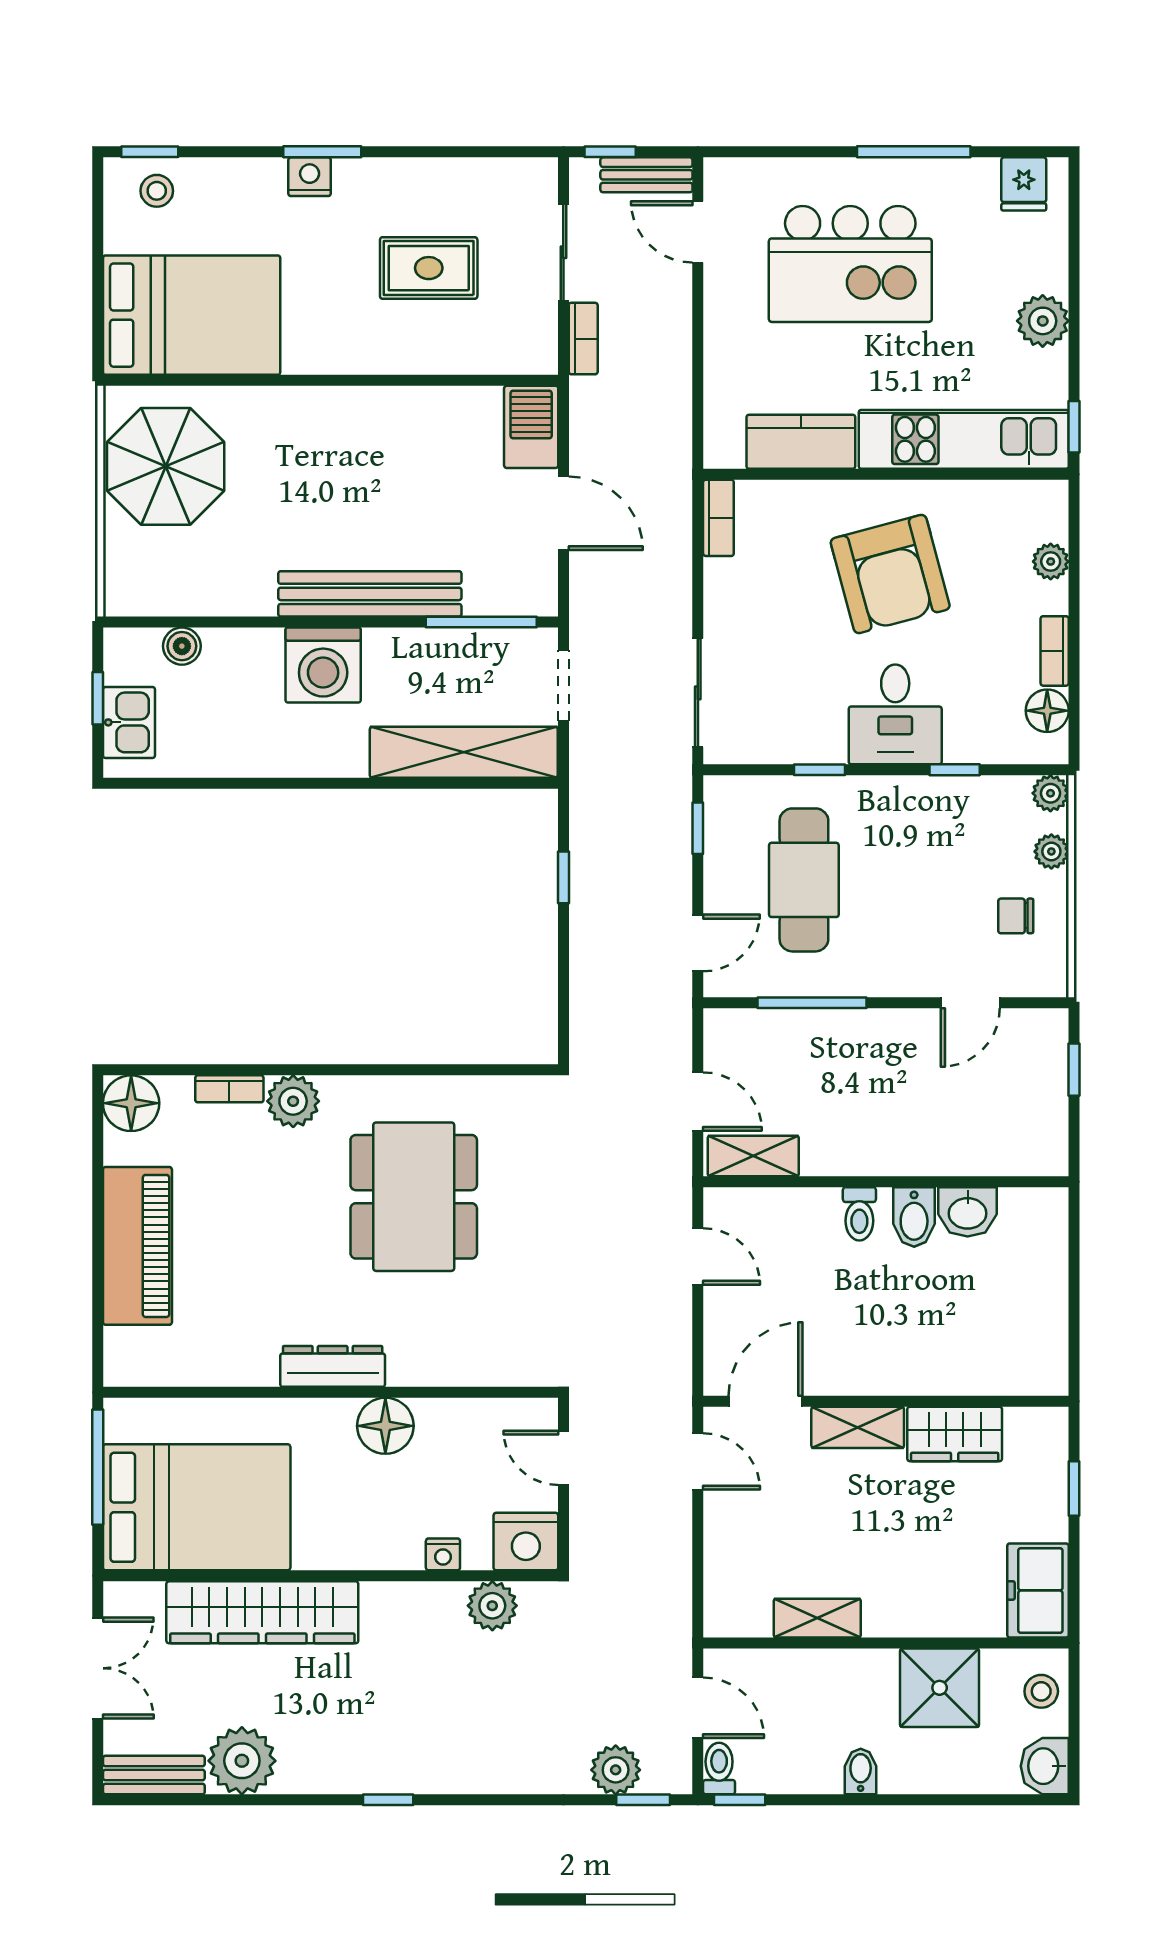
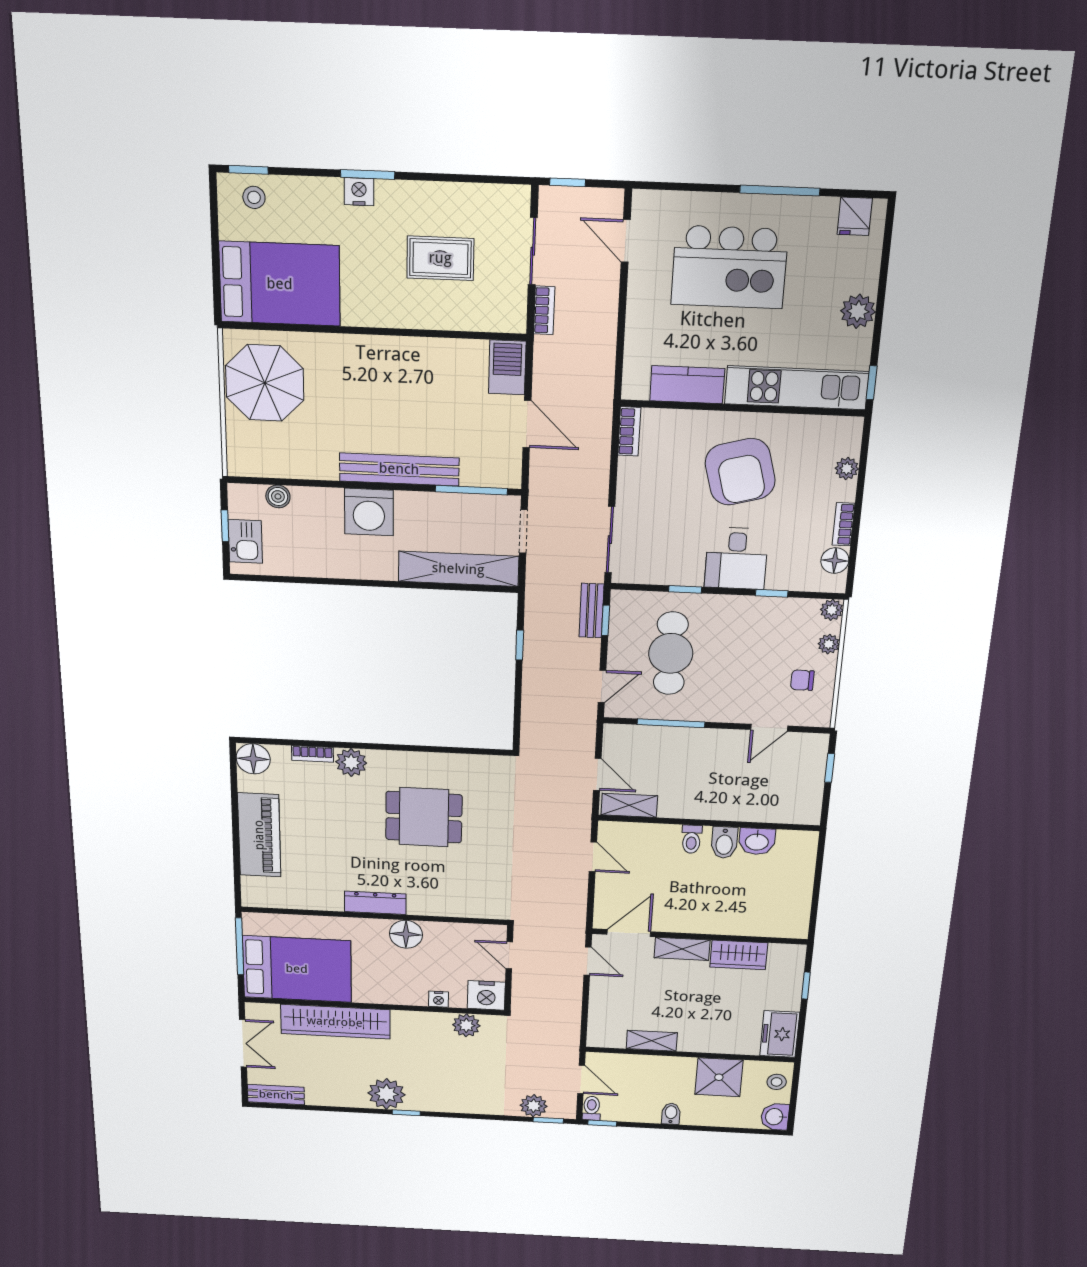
bench: (646, 175) -> (591, 611), moved, turned 90
dining table: (414, 1197) -> (424, 817), width x0.73
plant: (242, 1761) -> (386, 1094), moved

